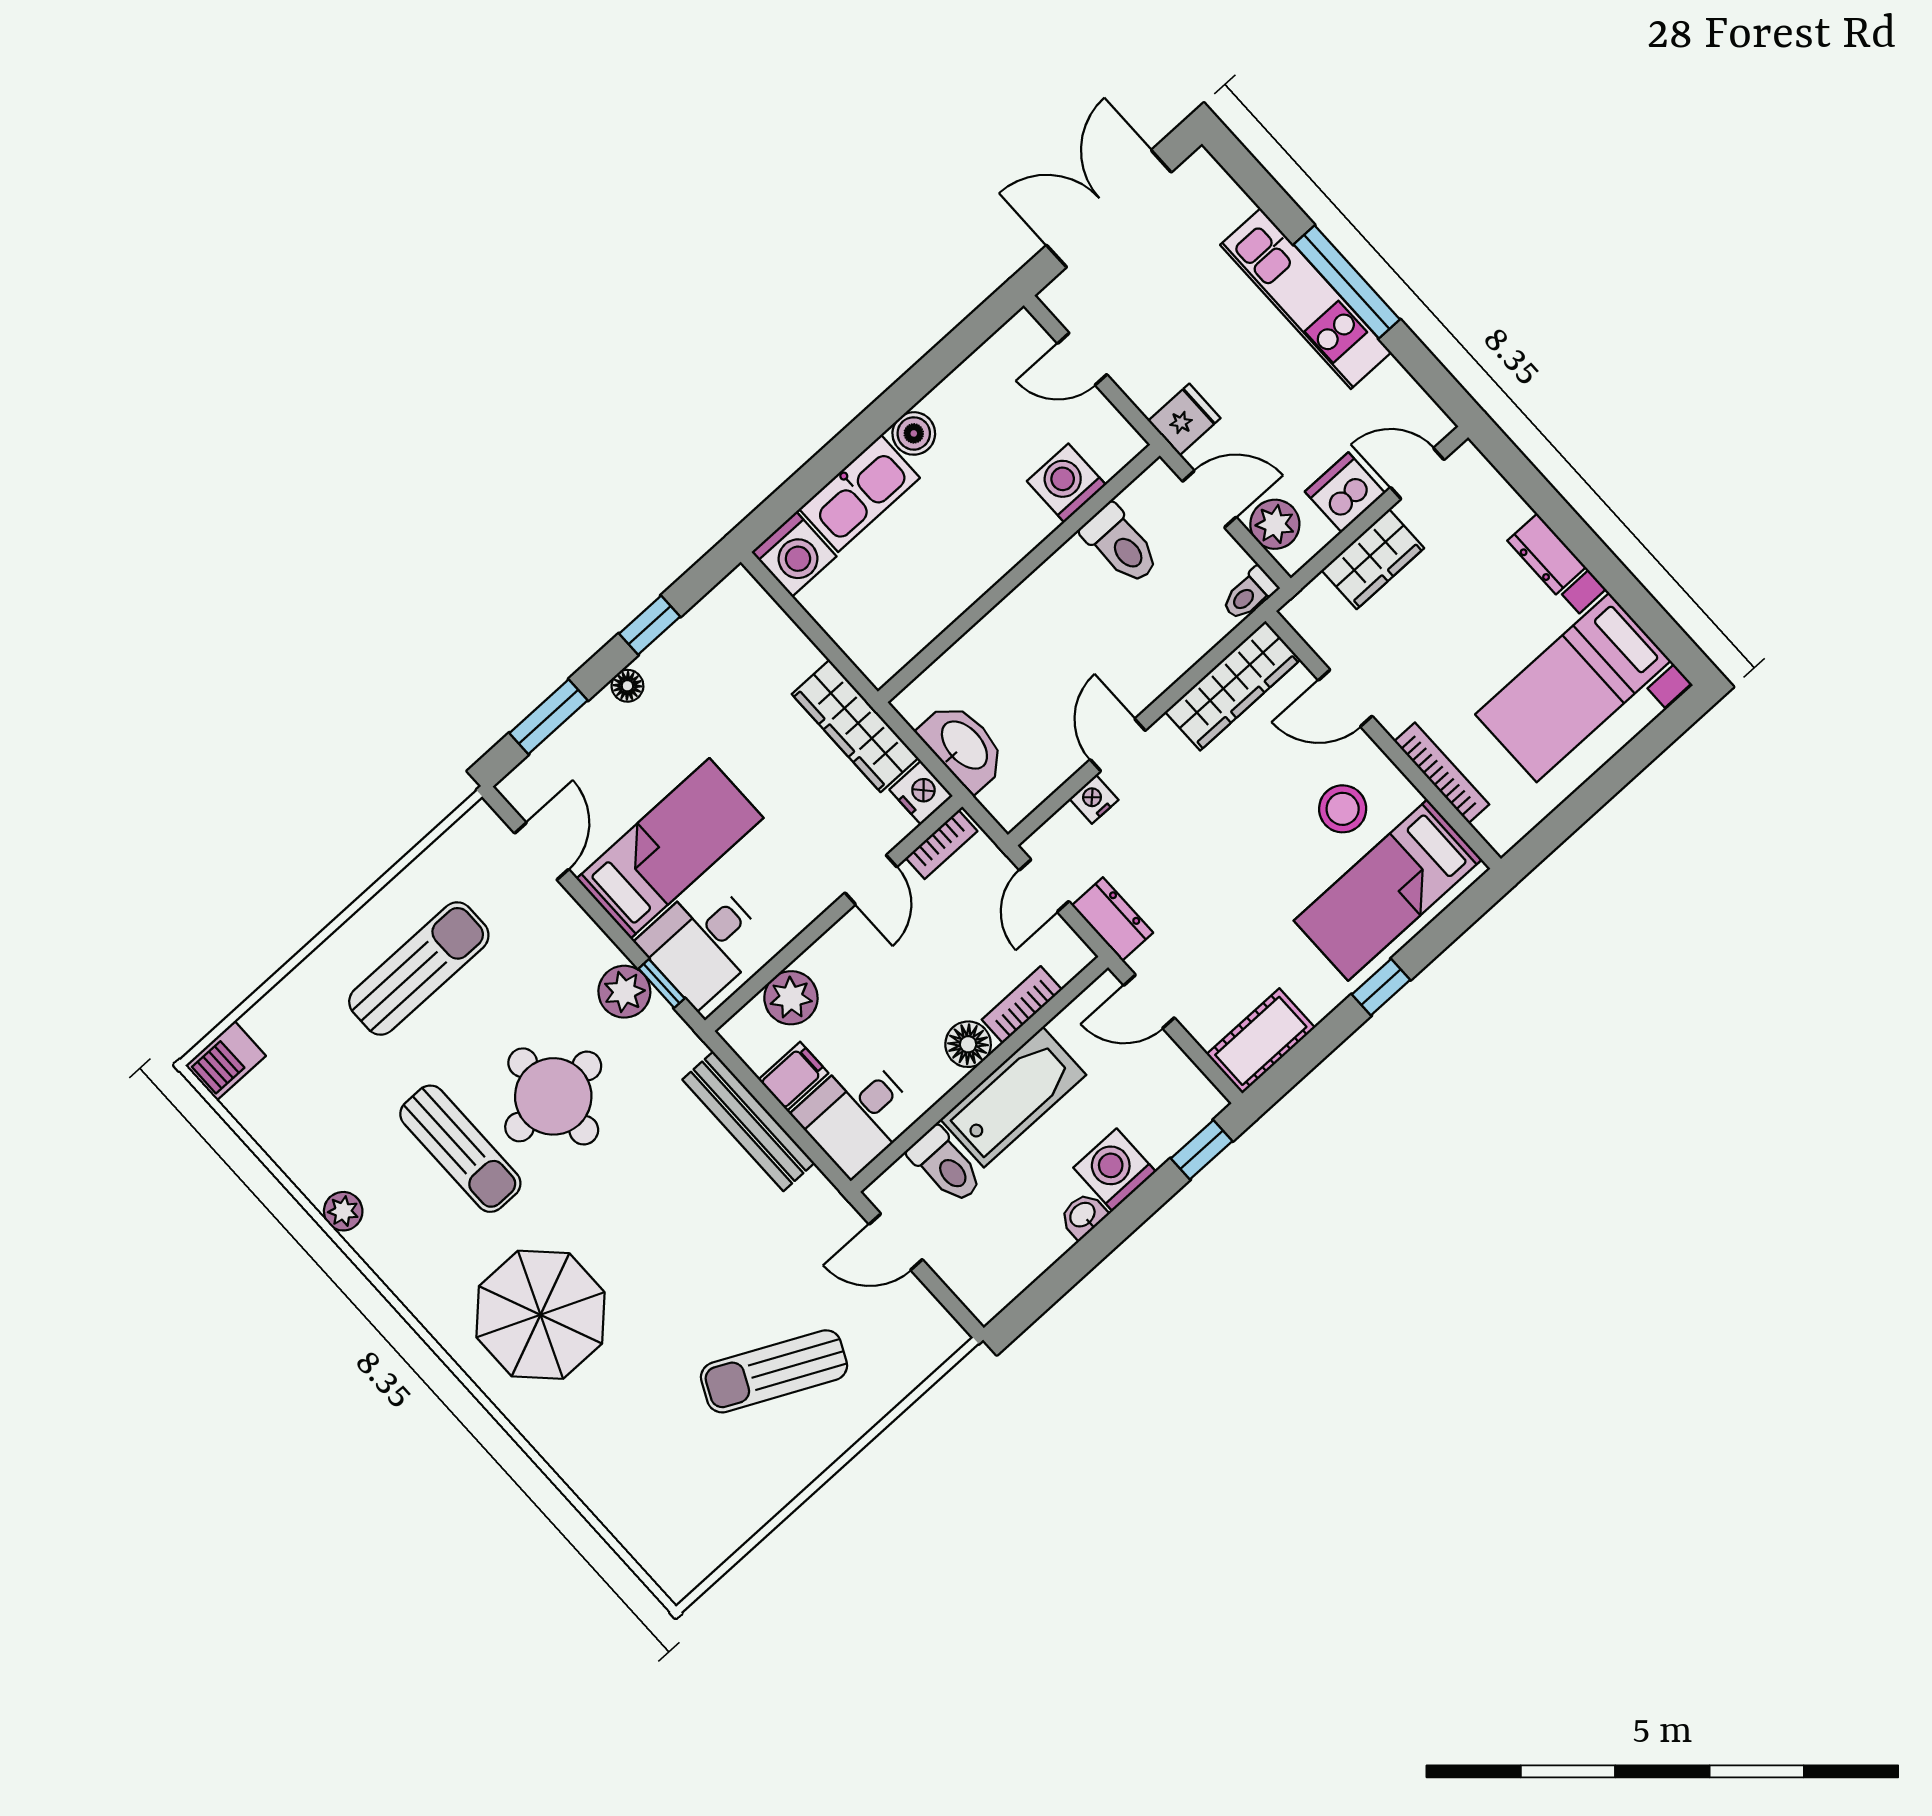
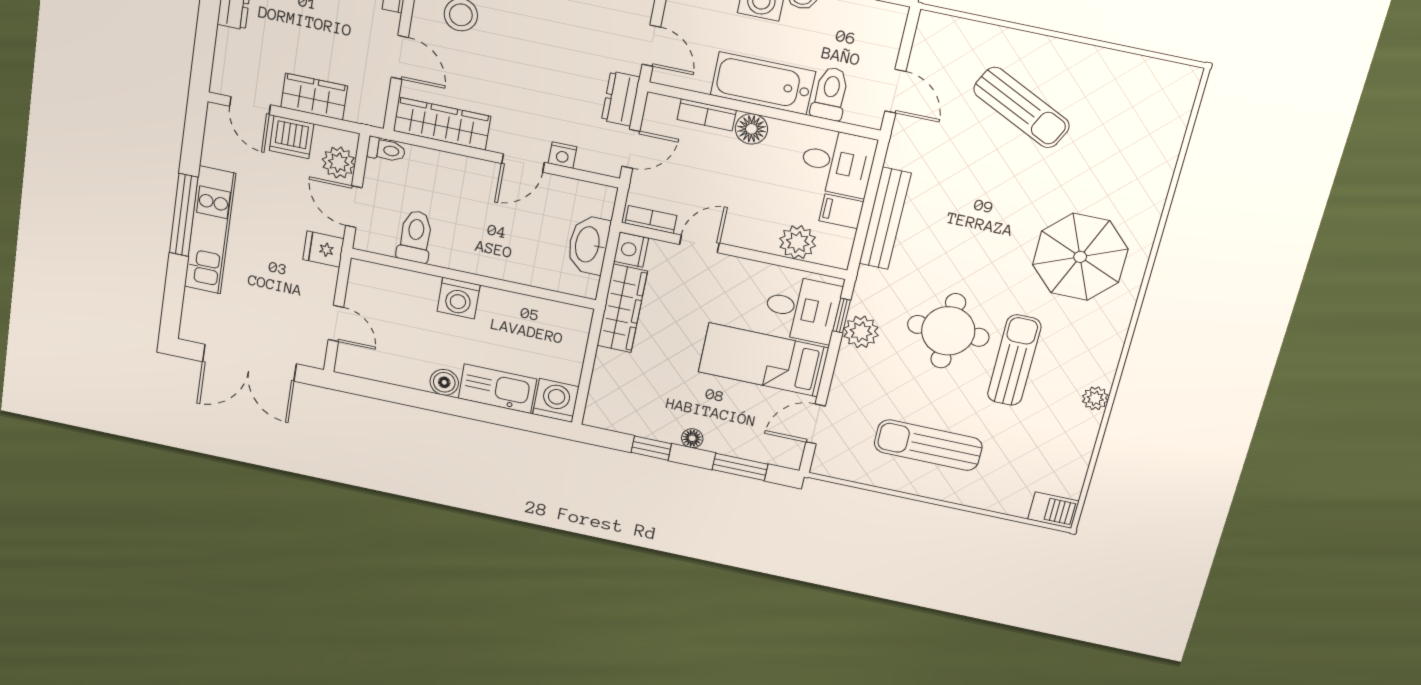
washing machine: (1066, 483) -> (459, 298), moved

